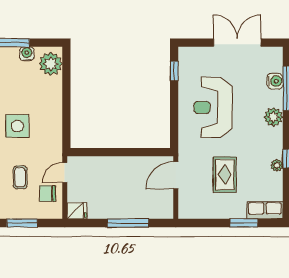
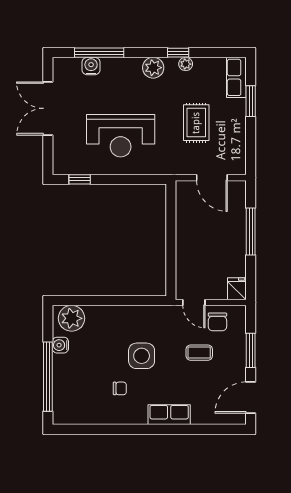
plant: (273, 117) -> (153, 68), moved
door: (176, 175) -> (212, 178), moved
rug: (225, 175) -> (196, 123), turned 90

